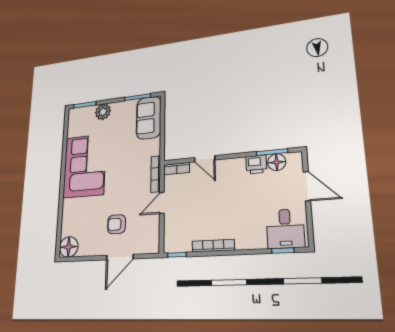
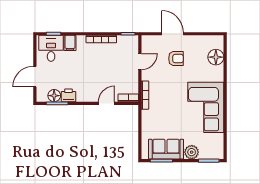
sofa: (149, 118) -> (166, 149), moved, turned -90
door: (205, 159) -> (106, 103), hinge flipped
door: (307, 186) -> (35, 77), hinge flipped
door: (162, 203) -> (140, 62), moved
filing cabinet: (258, 238) -> (70, 43), added
floor lamp: (69, 247) -> (216, 57), moved
door: (120, 257) -> (172, 34), hinge flipped

